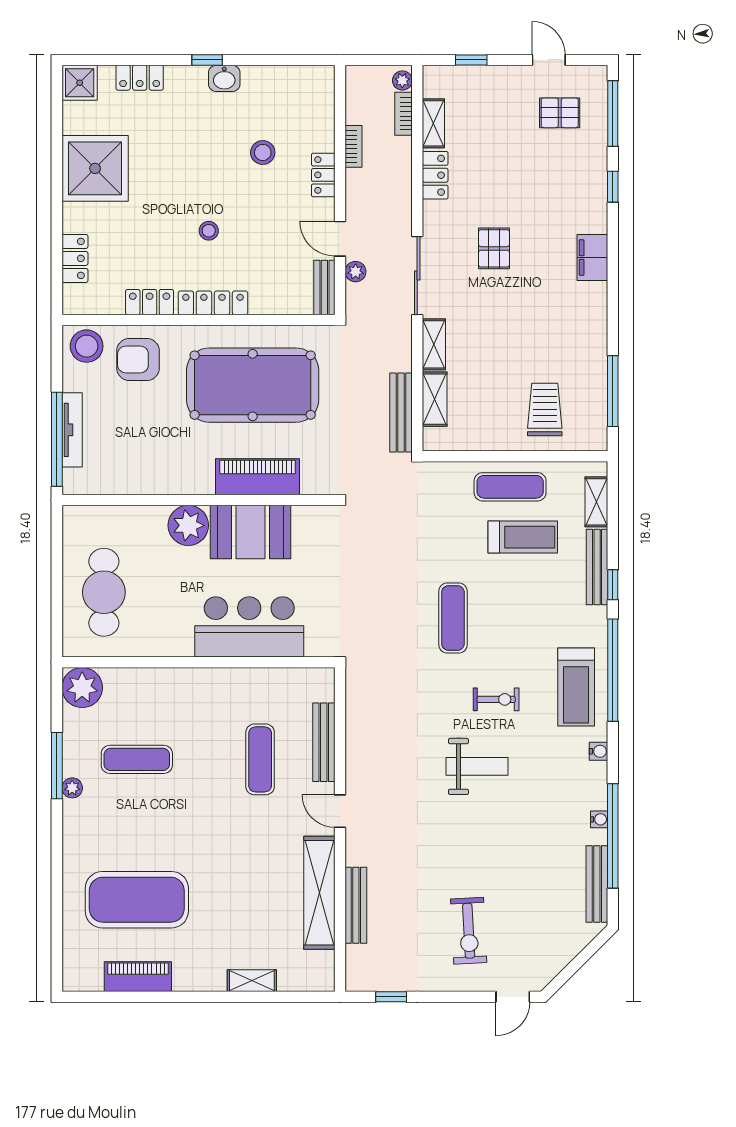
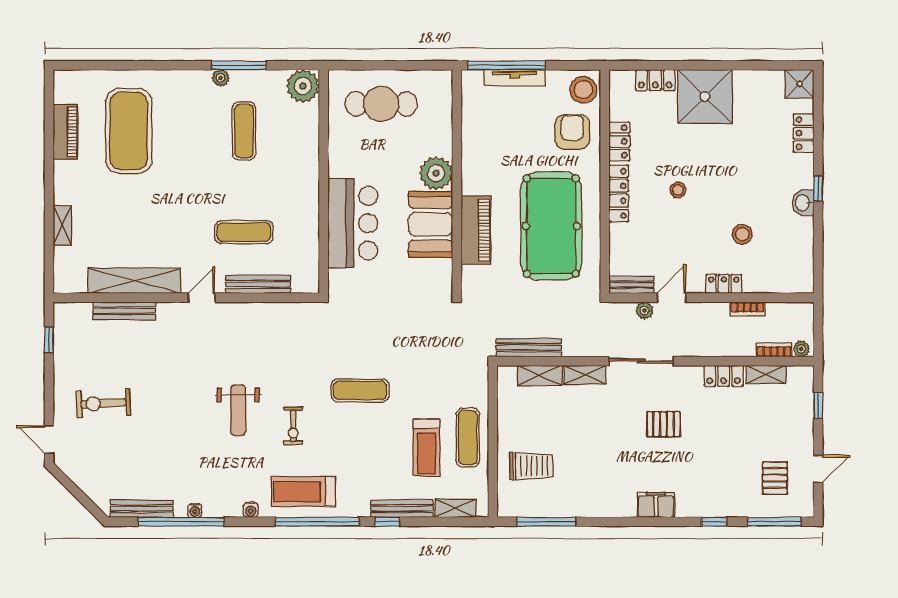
shower: (95, 168) -> (705, 97), moved

